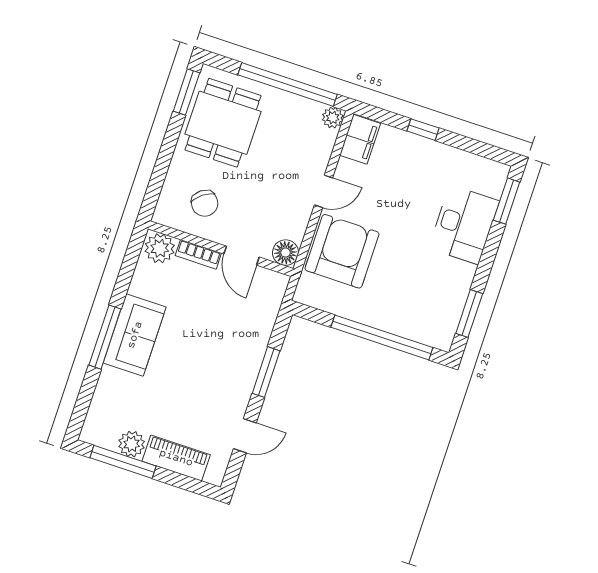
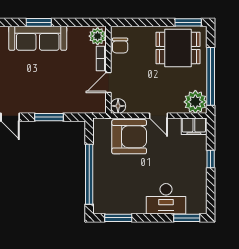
plant: (333, 118) -> (195, 102), width x1.88, depth x1.88
chair: (205, 203) -> (120, 45), moved, turned -53
sofa: (135, 335) -> (38, 38), width x1.36
window: (105, 337) -> (39, 22), width x0.69

